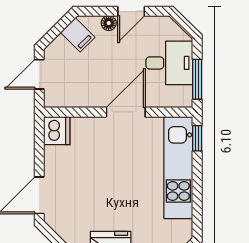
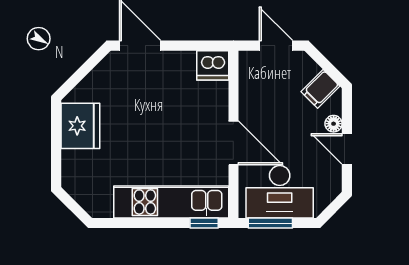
desk: (169, 63) -> (280, 192), width x1.37

